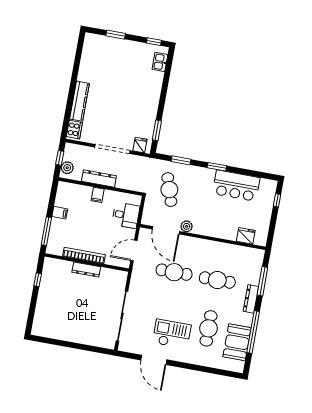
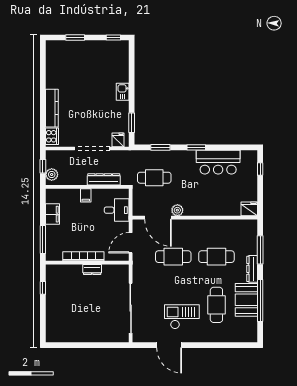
kitchen sink: (160, 62) -> (123, 92), moved
dresser: (99, 179) -> (104, 179), moved
cafe table: (169, 190) -> (154, 178), turned -72
filing cabinet: (60, 213) -> (52, 214), width x2.00
fridge: (246, 236) -> (249, 209), moved
dresser: (86, 270) -> (92, 270), width x0.70
booth: (237, 342) -> (246, 300), moved

